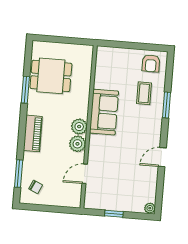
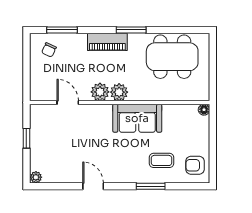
floor lamp: (101, 51) -> (204, 110), added
dining table: (51, 76) -> (172, 57), width x1.38
window: (25, 90) -> (131, 30), moved

